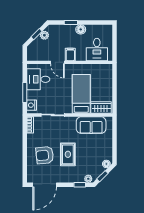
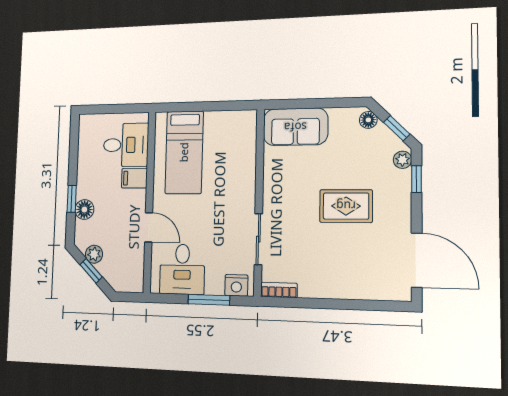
floor lamp: (81, 29) -> (84, 210), moved
filing cabinet: (70, 54) -> (134, 178), moved
door: (57, 62) -> (149, 227), hinge flipped
bed: (81, 94) -> (184, 152), moved, turned -90
wardrobe: (101, 108) -> (244, 134), removed
sofa: (91, 125) -> (295, 127), moved, turned 90
armchair: (45, 155) -> (348, 259), removed

